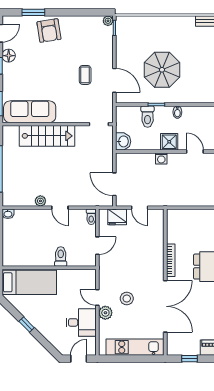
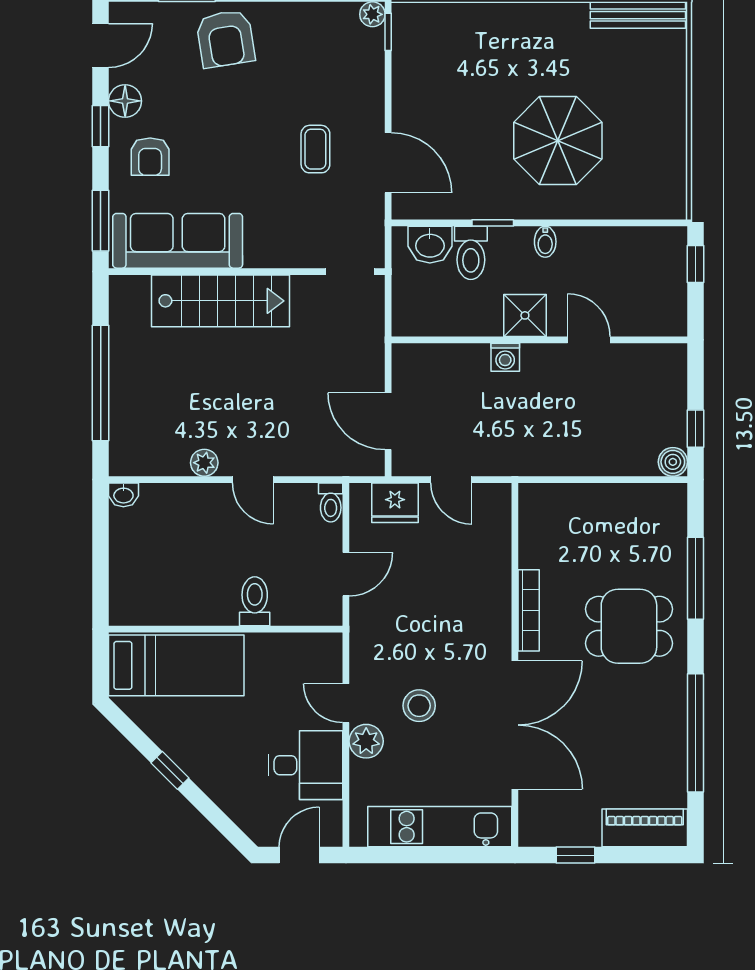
parasol: (162, 70) -> (558, 141), moved
armchair: (19, 78) -> (150, 157), added
washbasin: (123, 141) -> (430, 245), moved, turned 90

